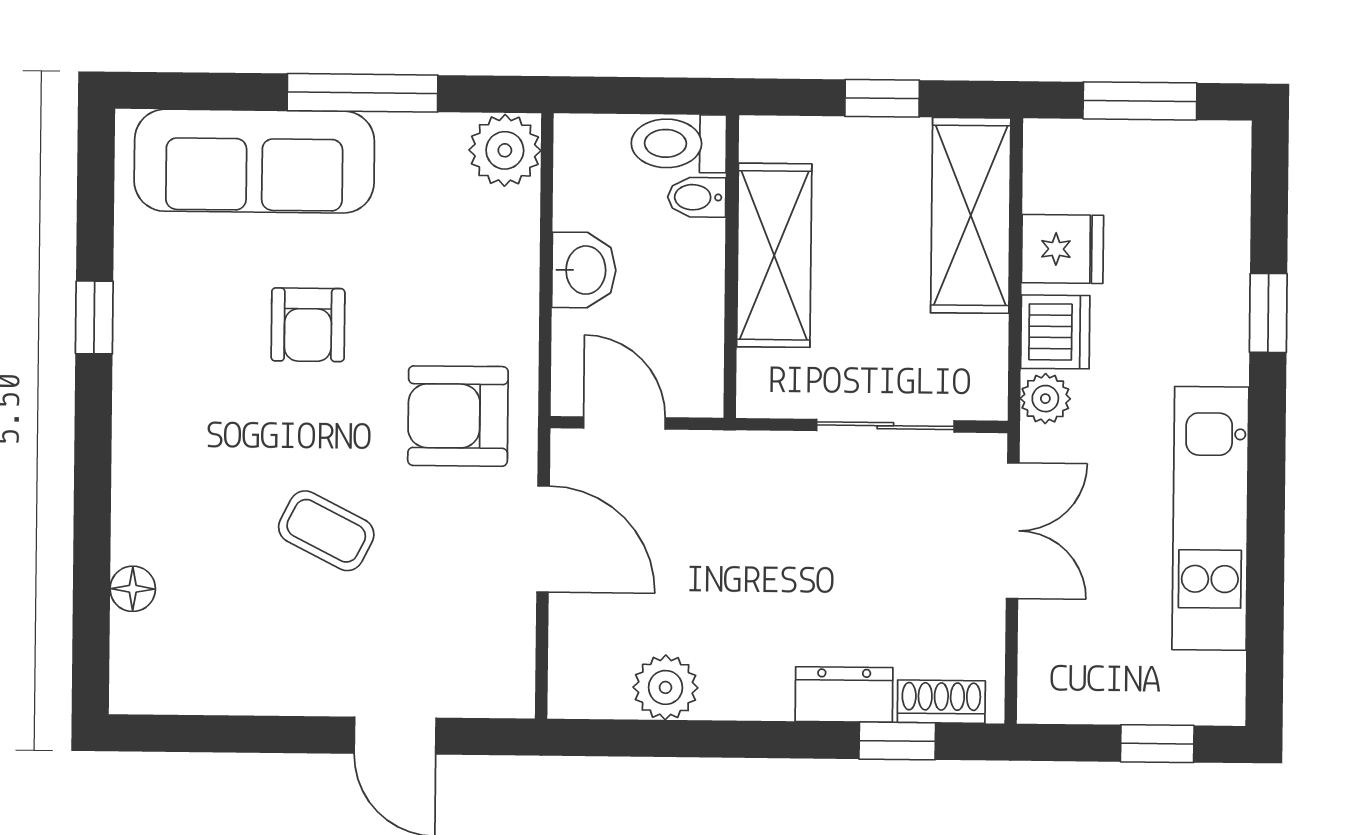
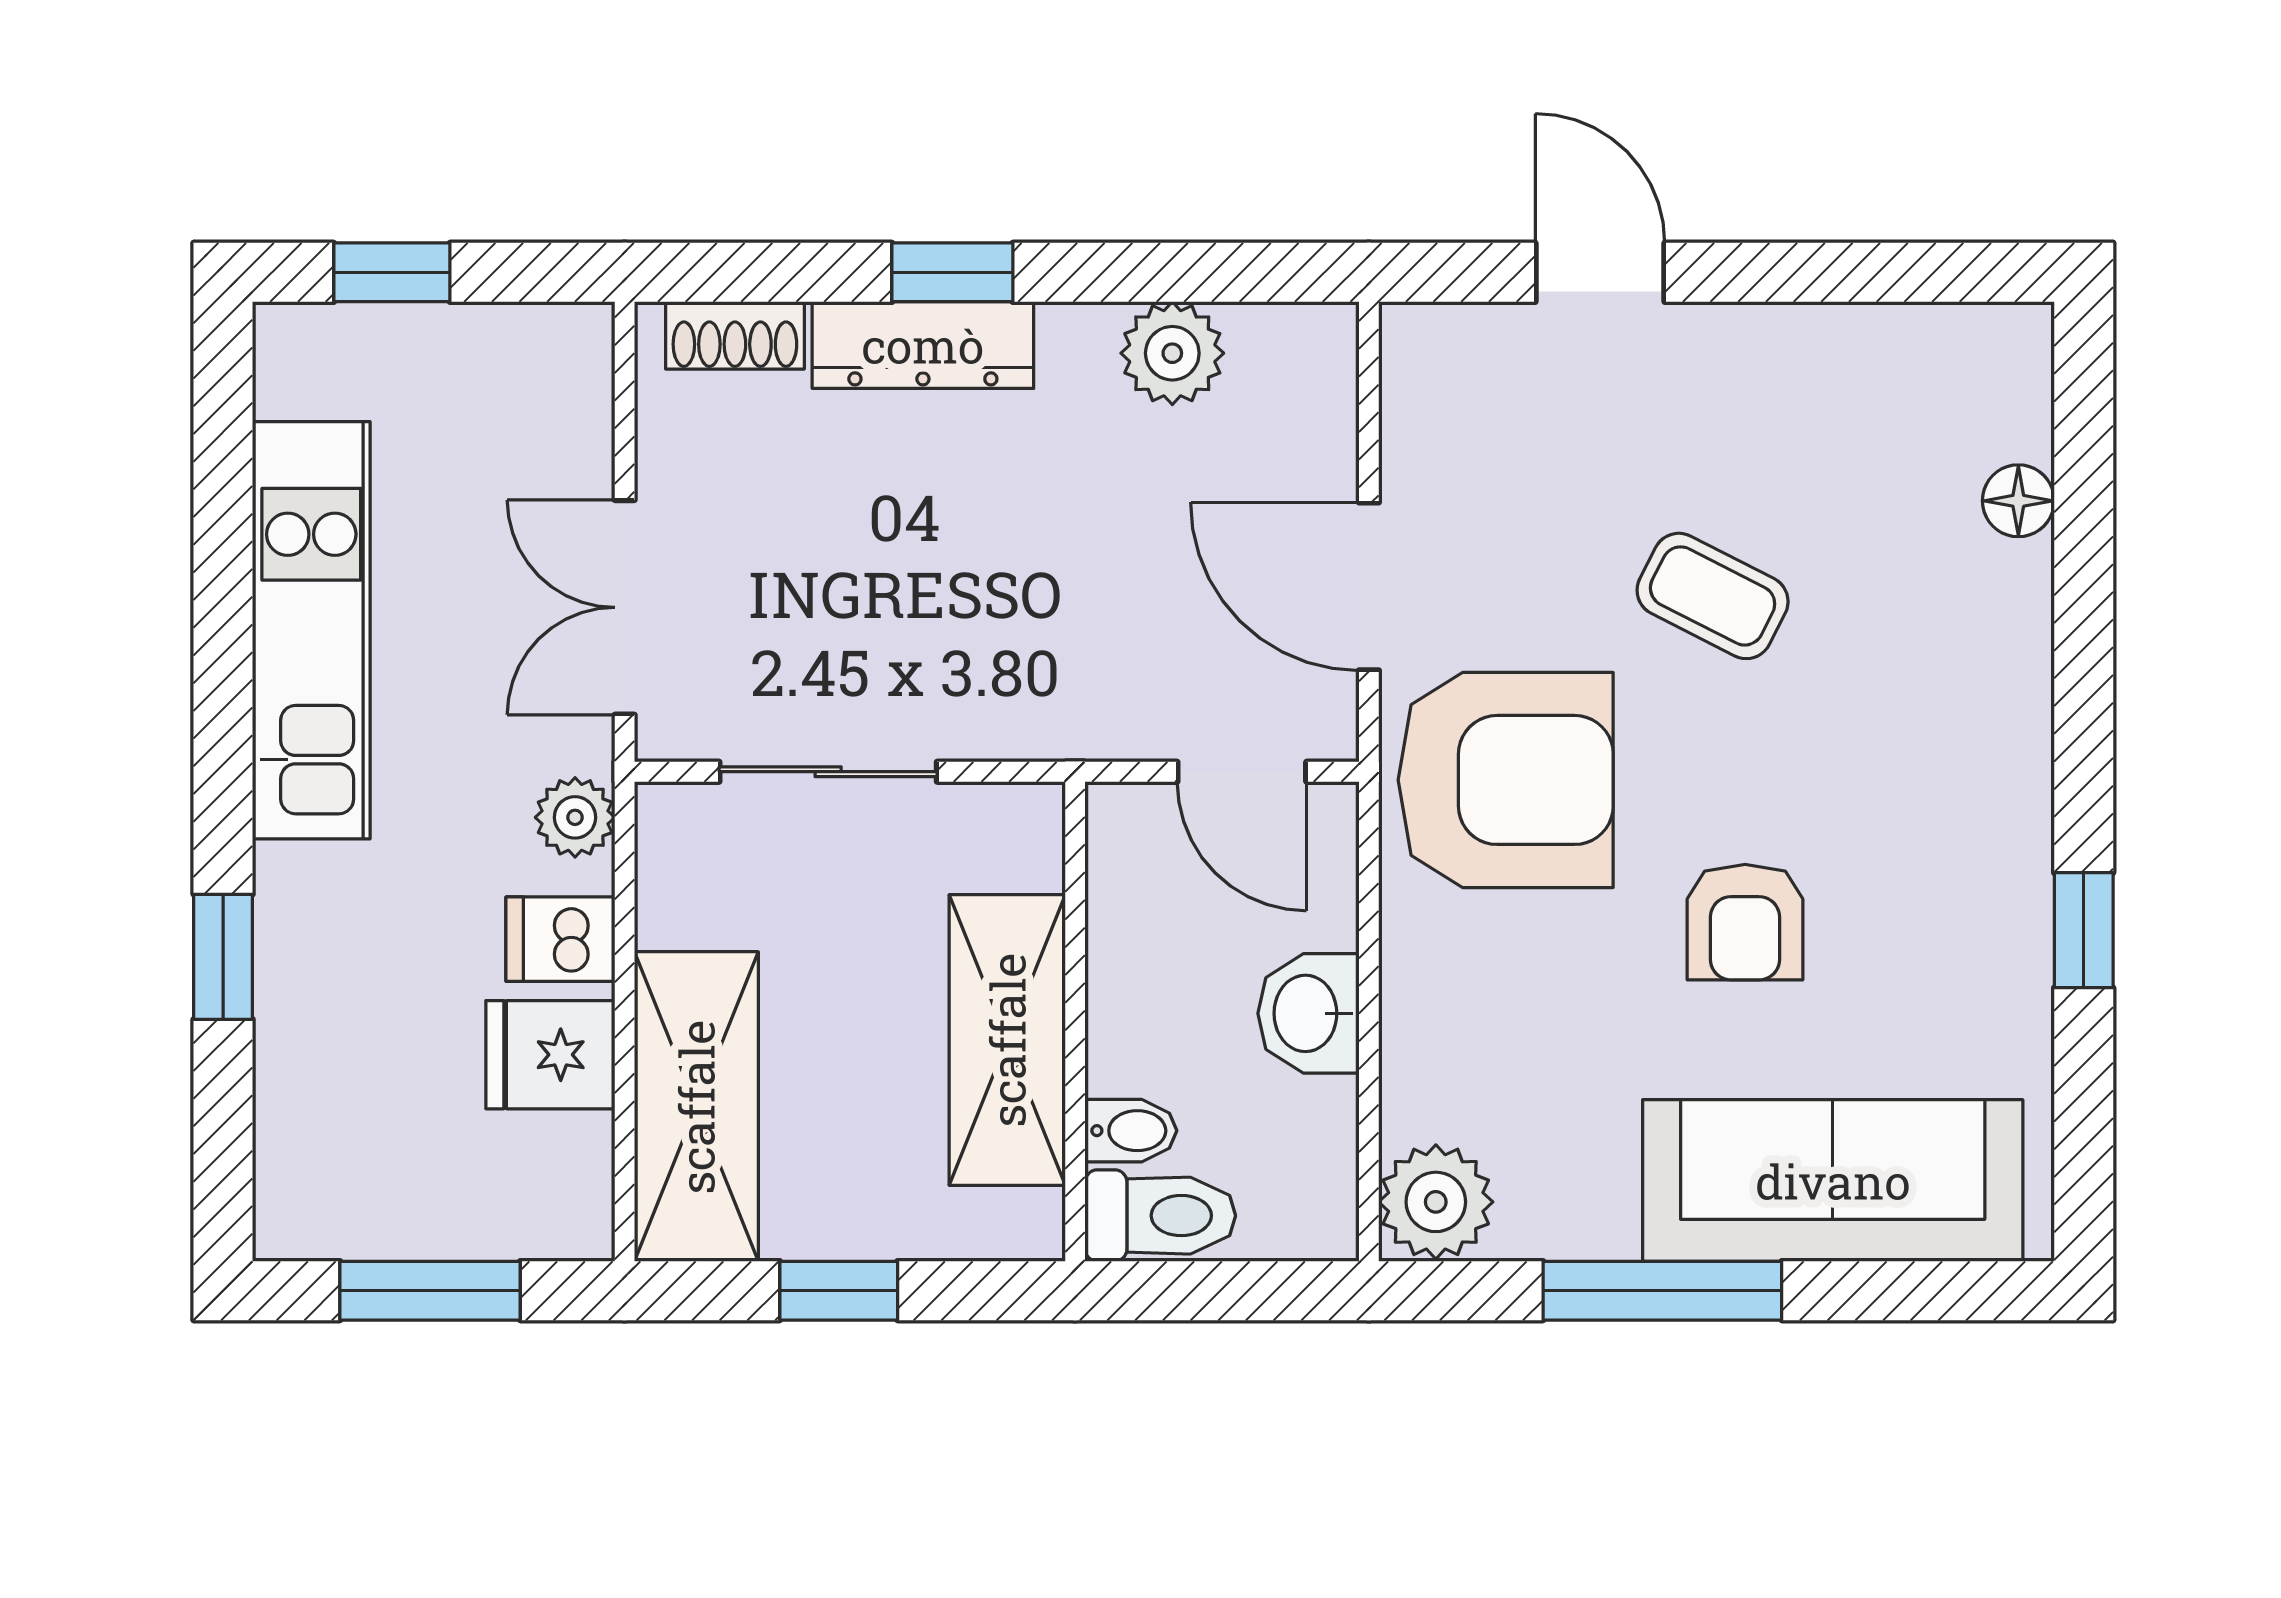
armchair: (308, 325) -> (1745, 922), turned 180
dishwasher: (1055, 332) -> (560, 939), width x0.73
armchair: (458, 416) -> (1506, 780), width x1.36, depth x1.36
dresser: (844, 694) -> (923, 345), width x1.44
window: (897, 741) -> (952, 272), moved

